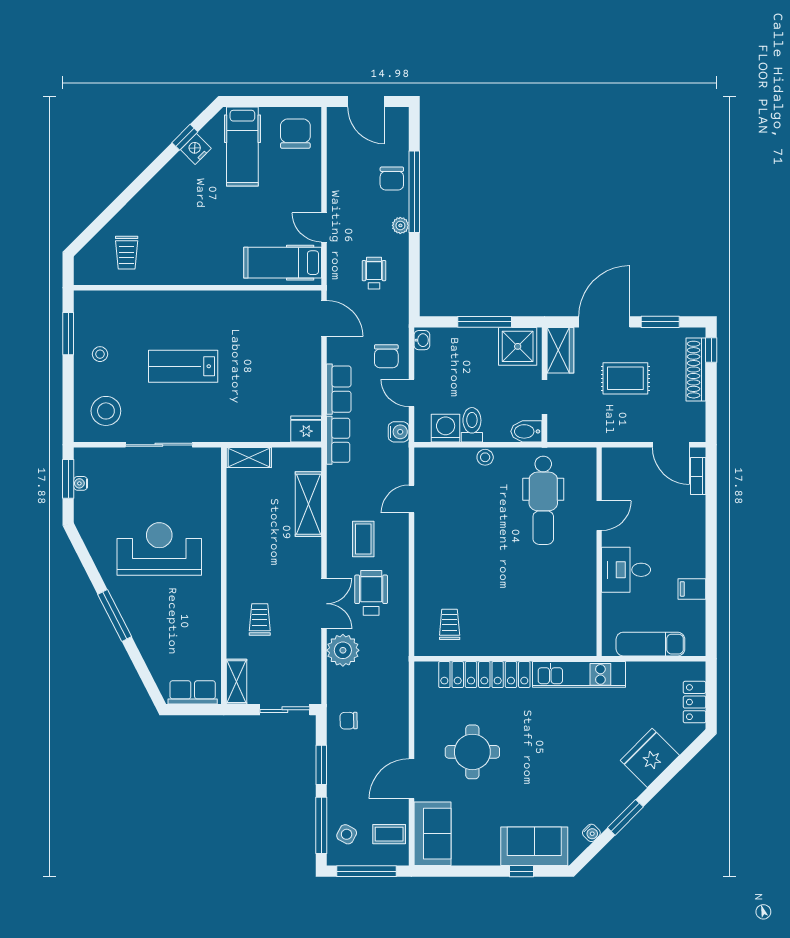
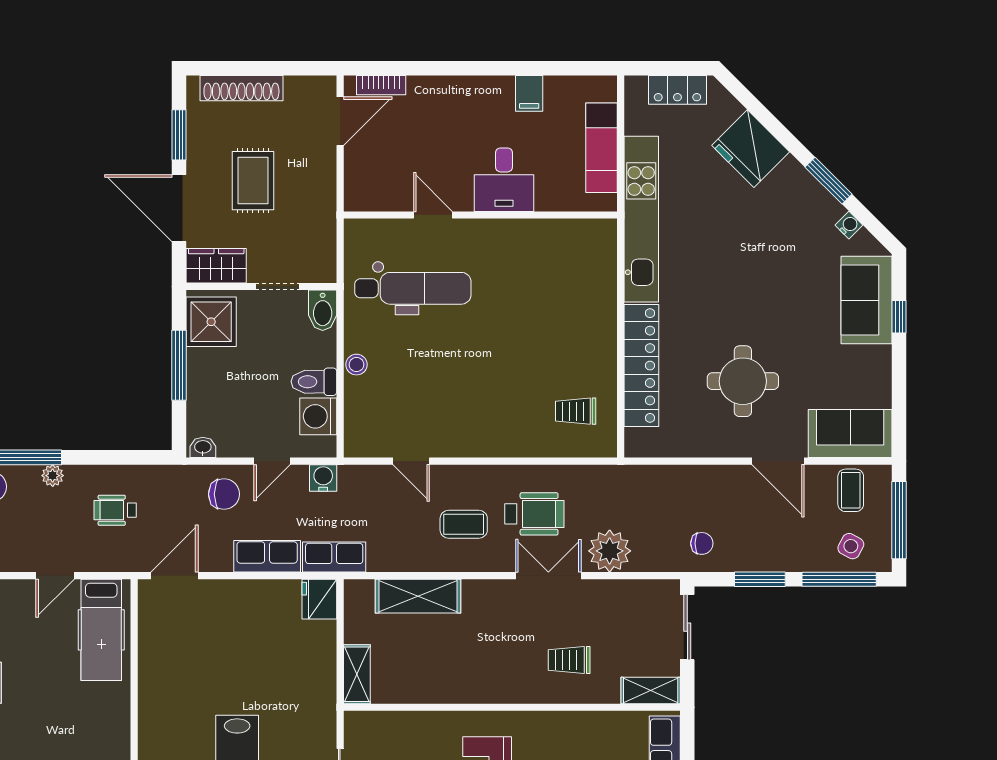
window: (711, 350) -> (216, 68), removed
wheelchair: (371, 593) -> (534, 514), turned 180
kitchen unit: (579, 674) -> (641, 219), width x1.36
chair: (349, 721) -> (702, 543), turned -89

